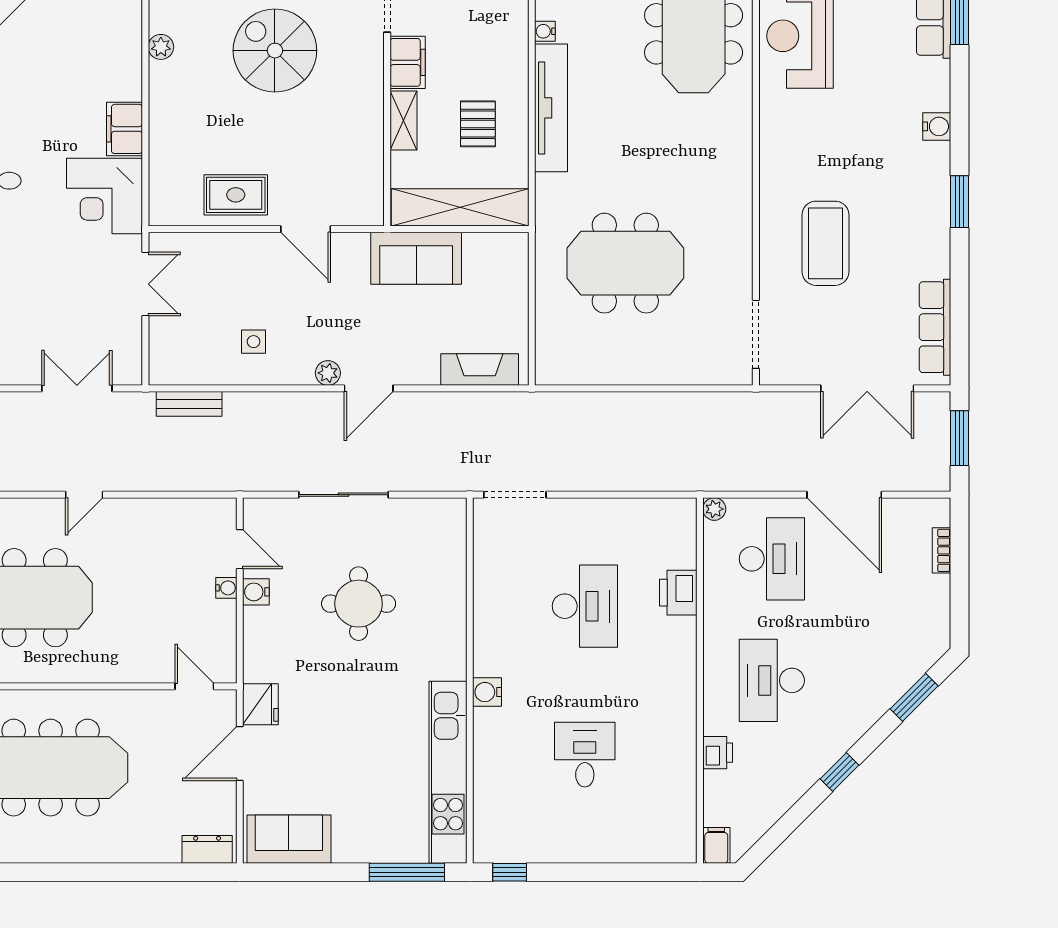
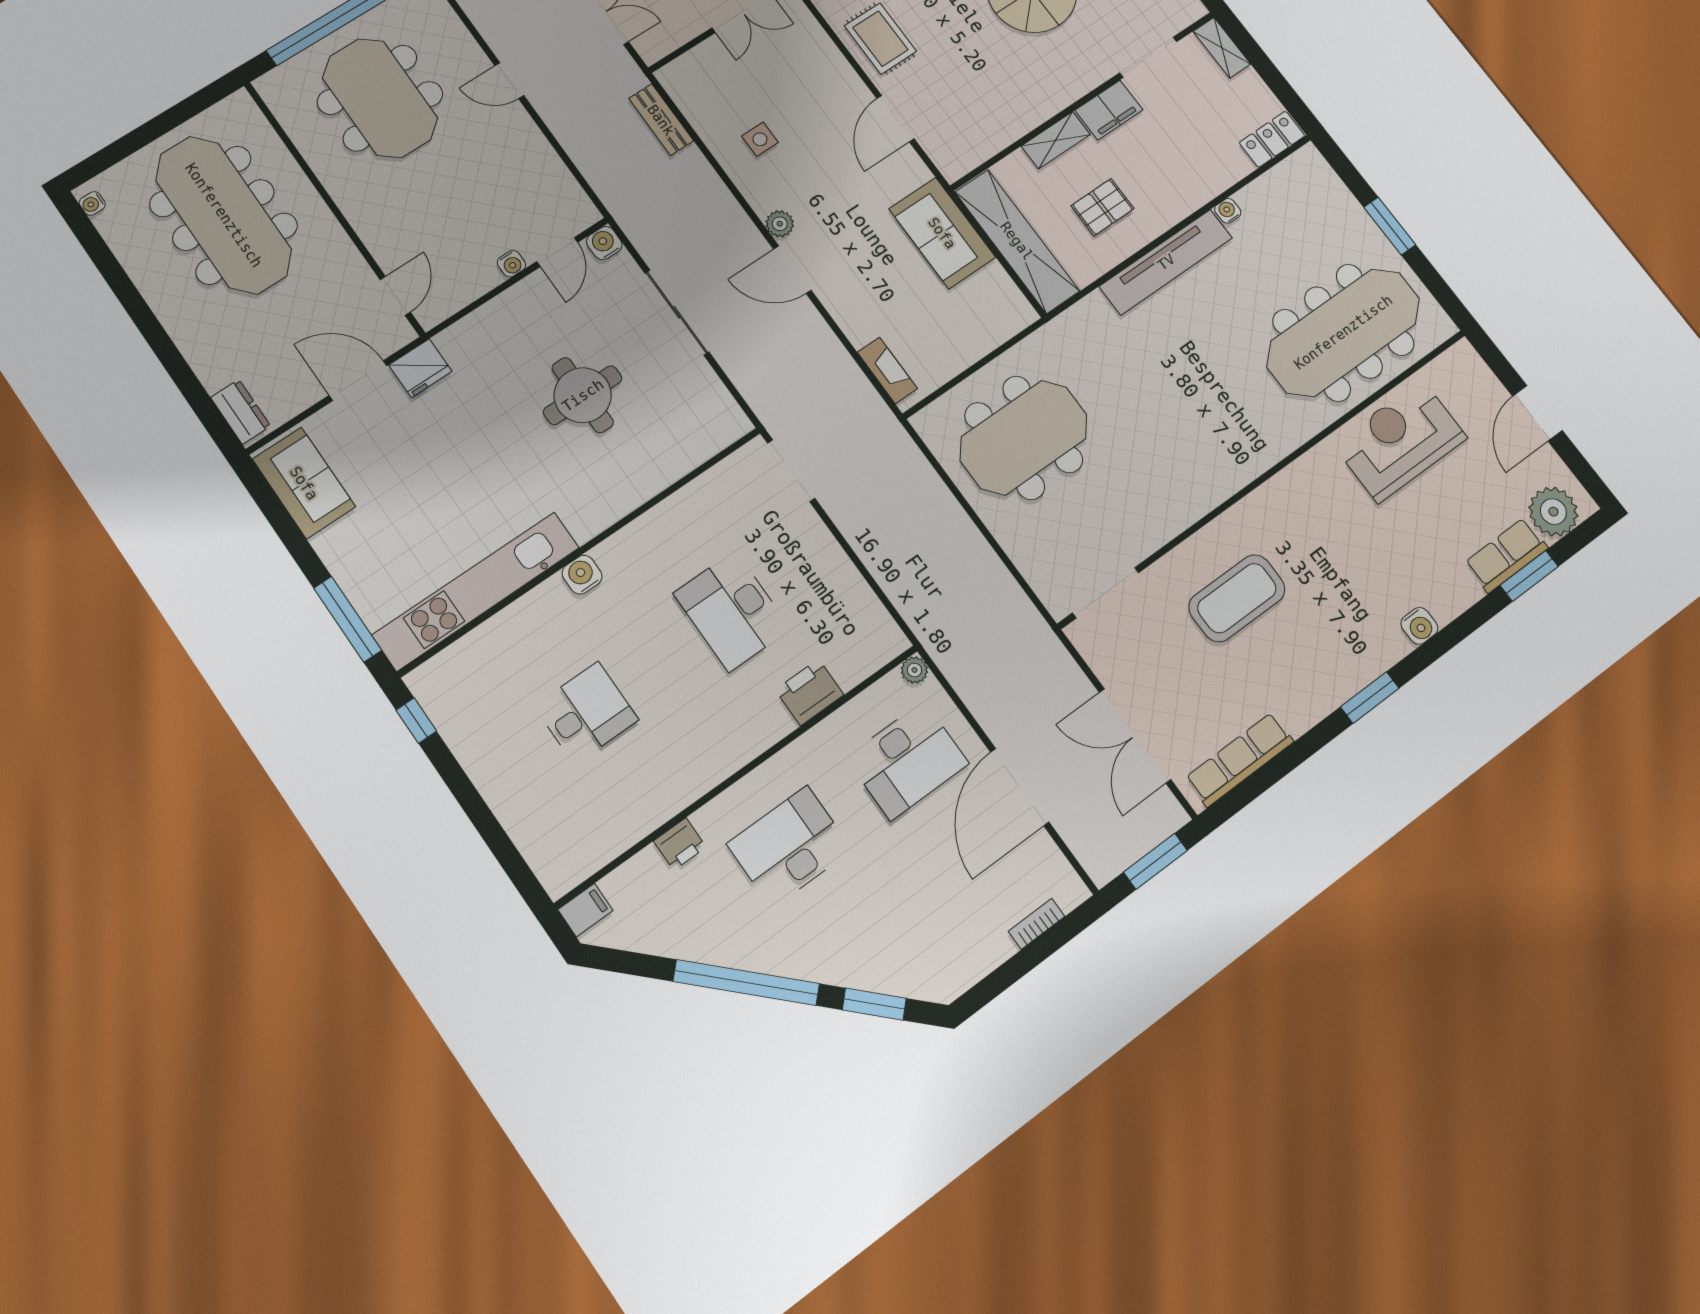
meeting table: (625, 263) -> (1024, 438), moved, turned 90
fireplace: (480, 369) -> (887, 370), width x0.73, depth x0.76
water cooler: (256, 592) -> (604, 243), moved
desk: (585, 606) -> (732, 611), turned 90
window: (839, 772) -> (746, 983), width x3.17

